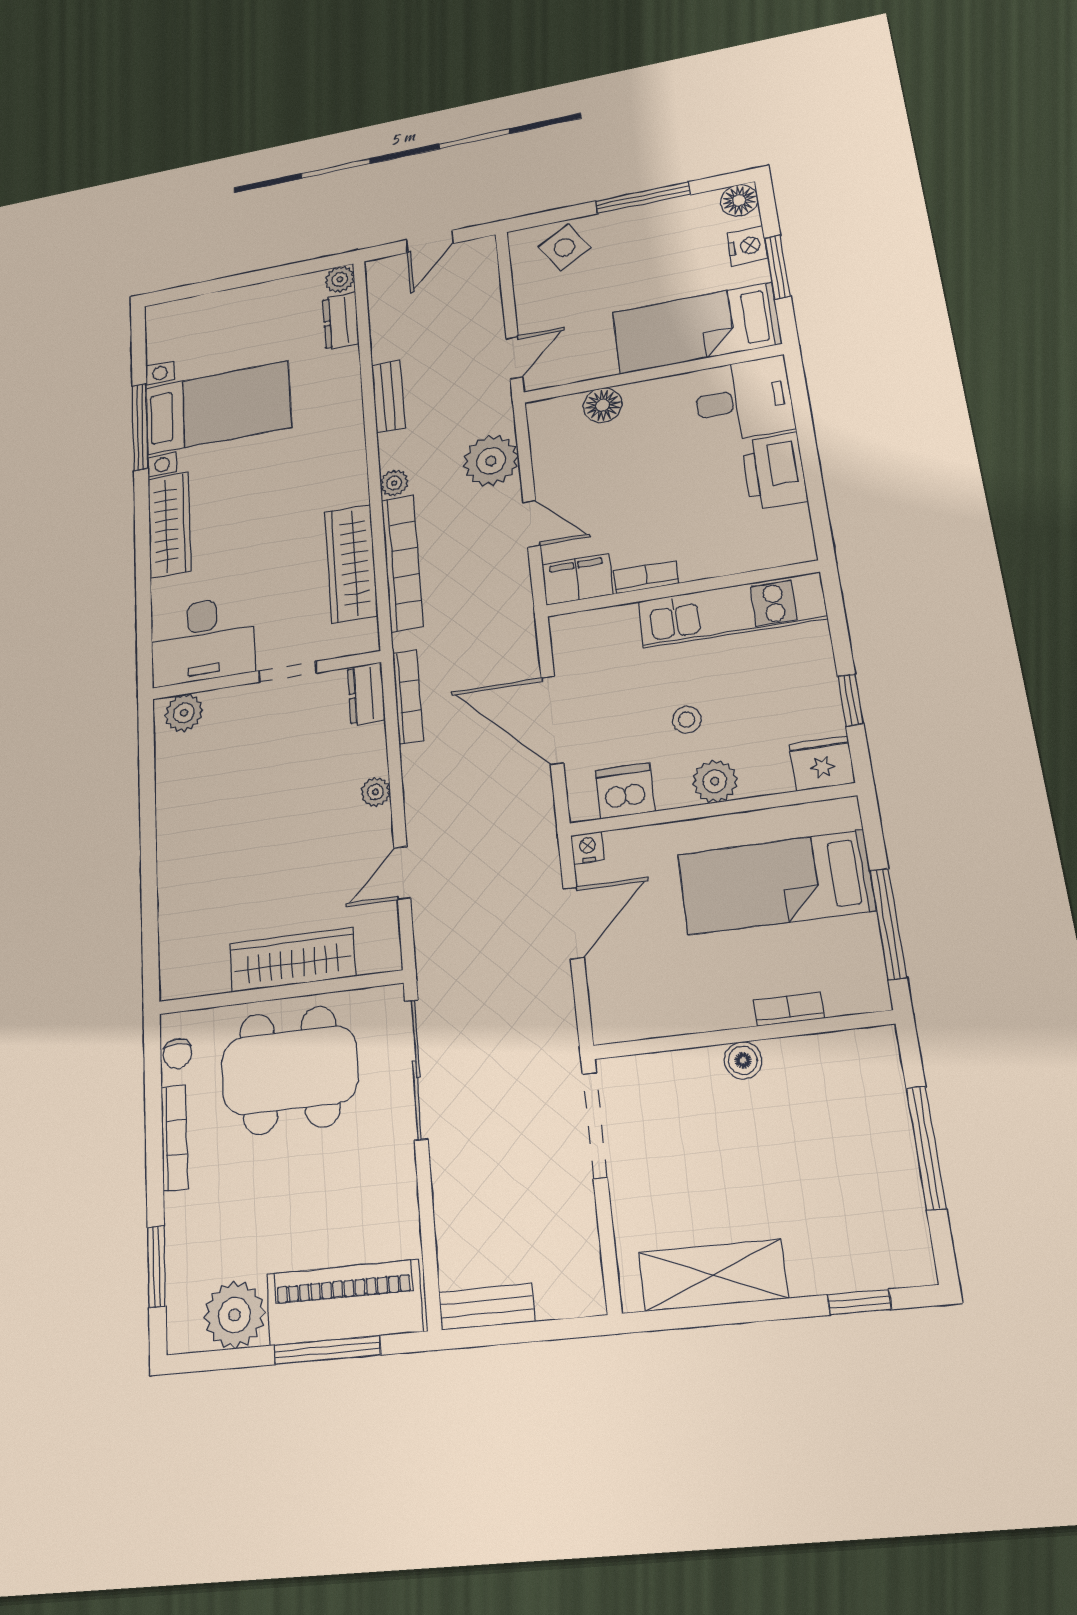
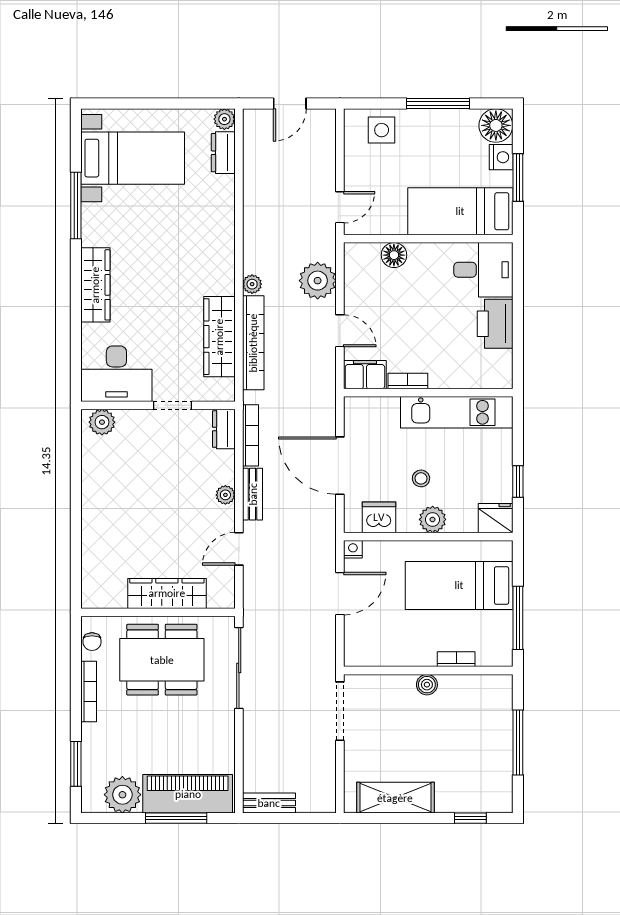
floor lamp: (739, 200) -> (496, 125), width x1.38, depth x1.38
side table: (564, 247) -> (382, 130), turned 31
bench: (388, 396) -> (253, 494), moved
bed with nightstands: (218, 408) -> (133, 158), moved

